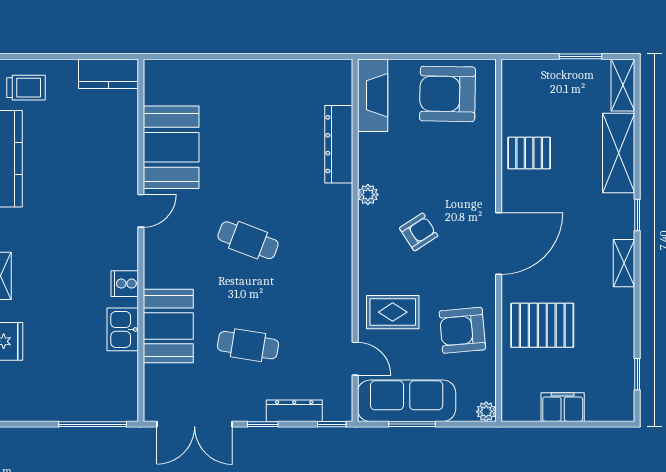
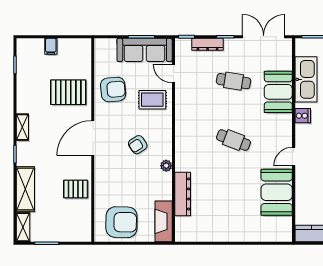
kitchen sink: (123, 329) -> (306, 79), width x1.88, depth x1.24
filing cabinet: (563, 407) -> (51, 46), width x0.50
plant: (486, 412) -> (100, 44), removed

